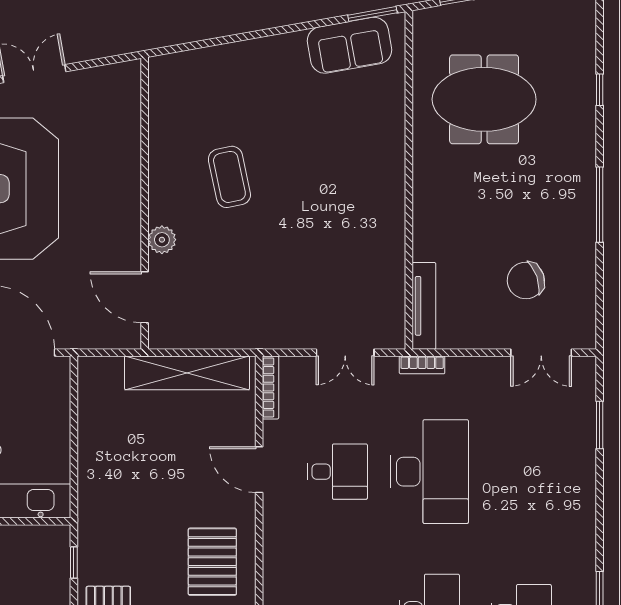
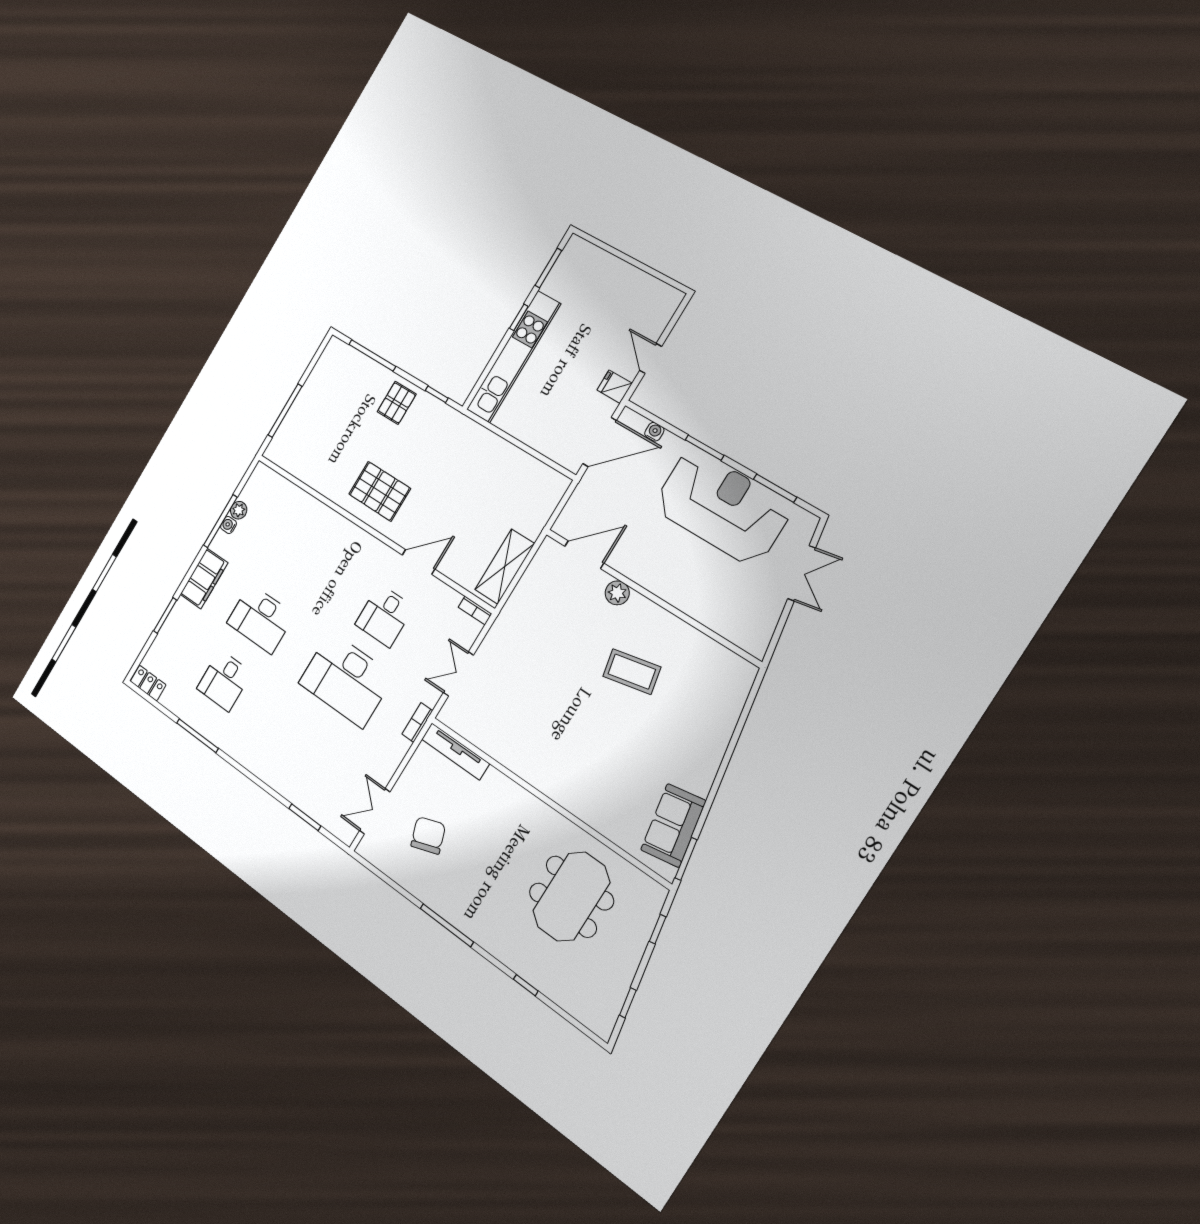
shelving: (187, 373) -> (505, 567), width x0.68
bookcase: (270, 387) -> (475, 610), width x0.64

